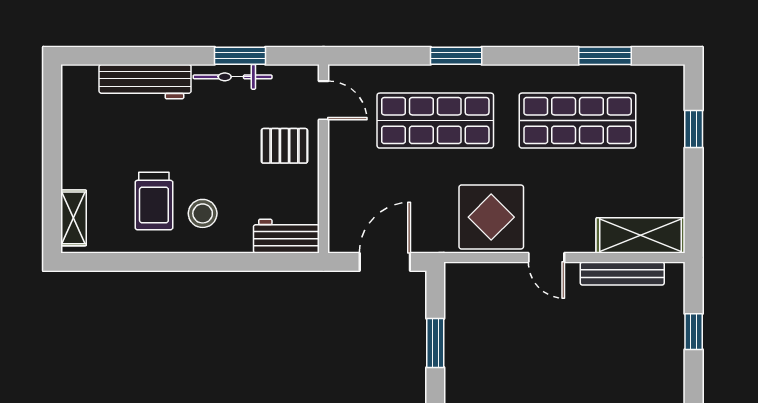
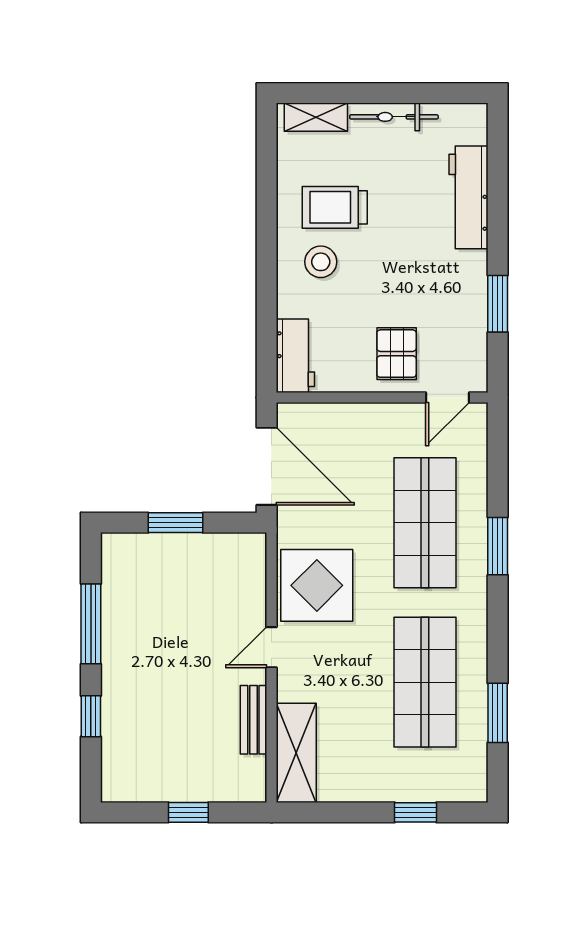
bicycle: (233, 77) -> (394, 117), moved, turned -90
door: (385, 262) -> (267, 466), width x1.36
bench: (622, 274) -> (253, 720), width x0.73

